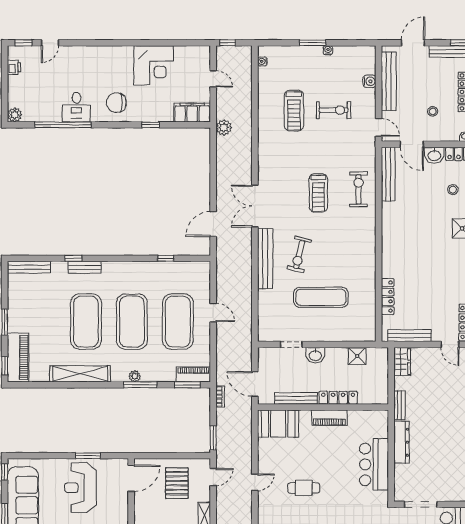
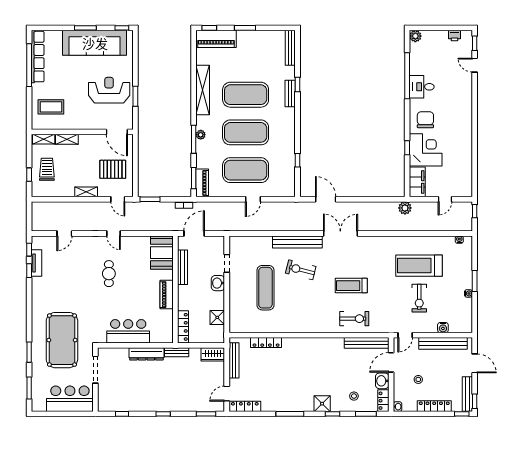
corner desk: (153, 65) -> (426, 150), moved, turned 180
treadmill: (294, 111) -> (419, 266), width x1.37, depth x1.38
locker: (338, 398) -> (183, 327), moved

